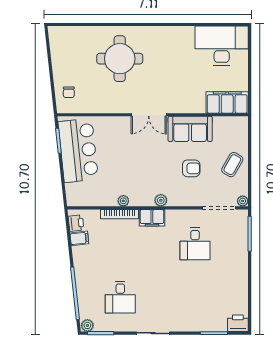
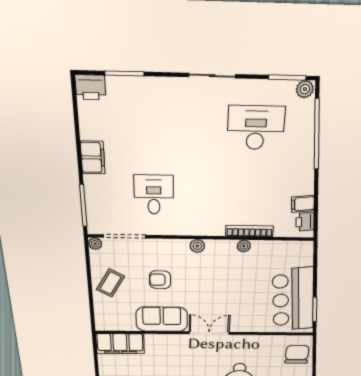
chair: (69, 92) -> (297, 354), width x1.87, depth x1.87
filing cabinet: (152, 218) -> (93, 157), moved, turned 90
desk: (120, 297) -> (256, 128), width x1.37

